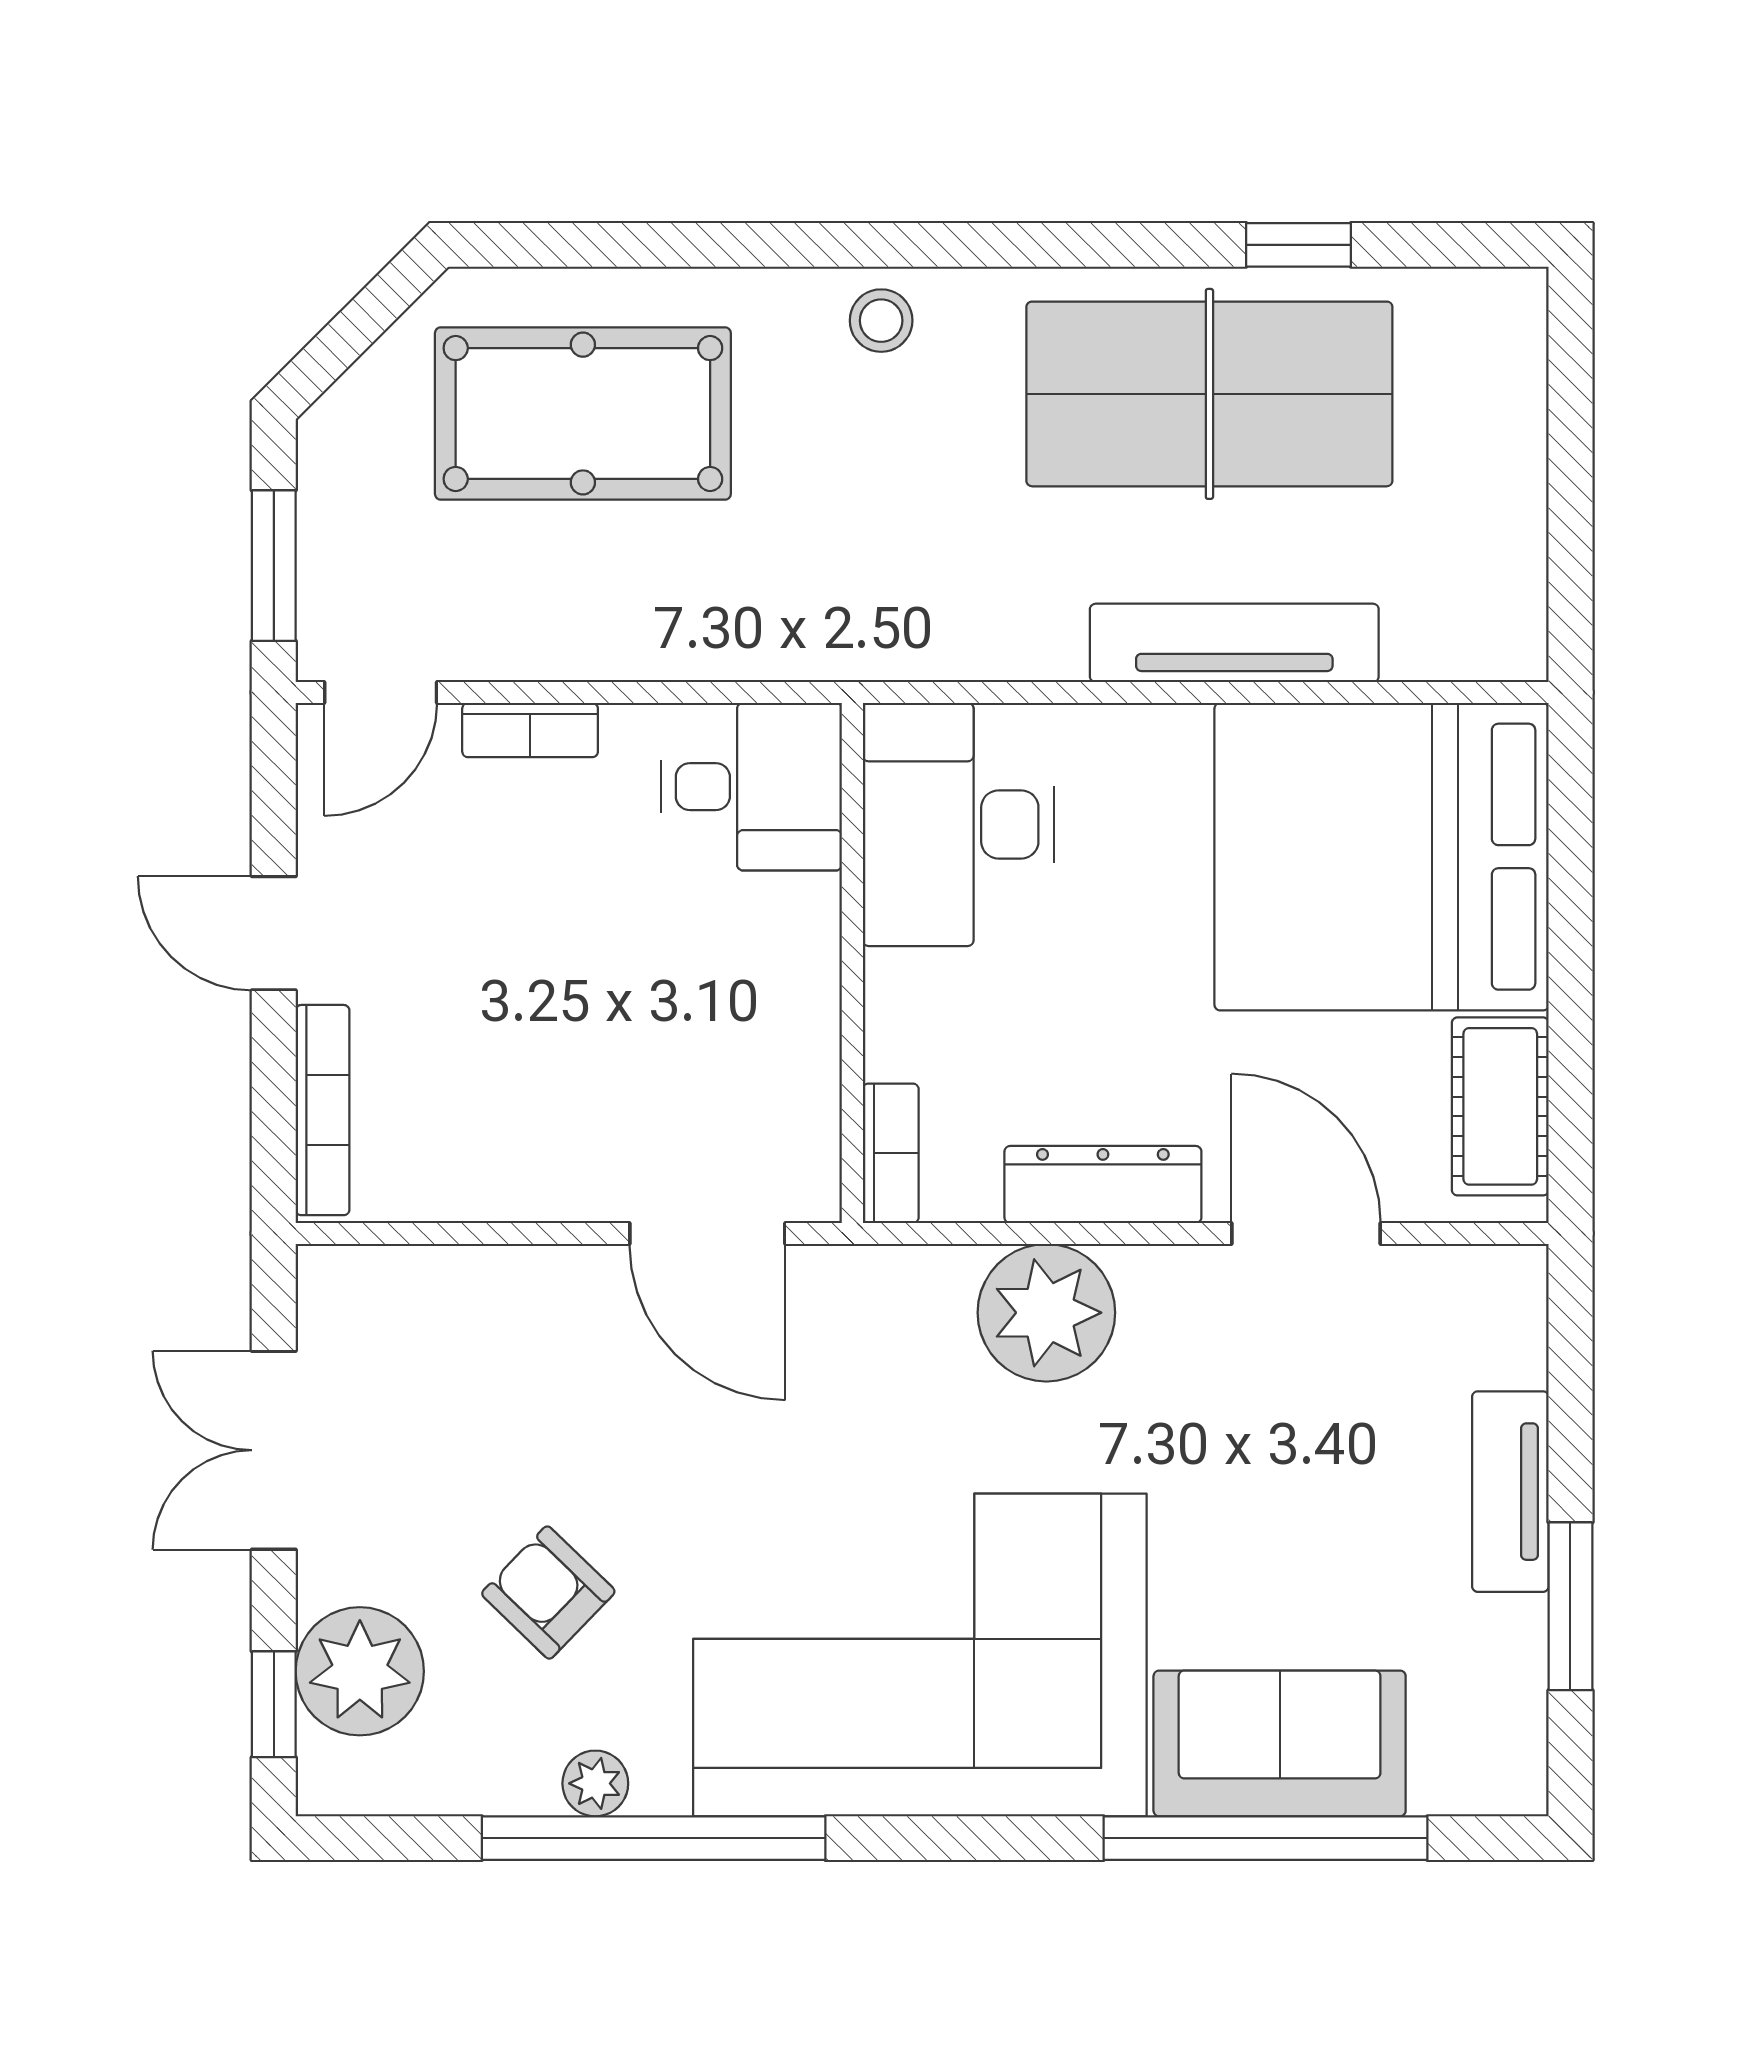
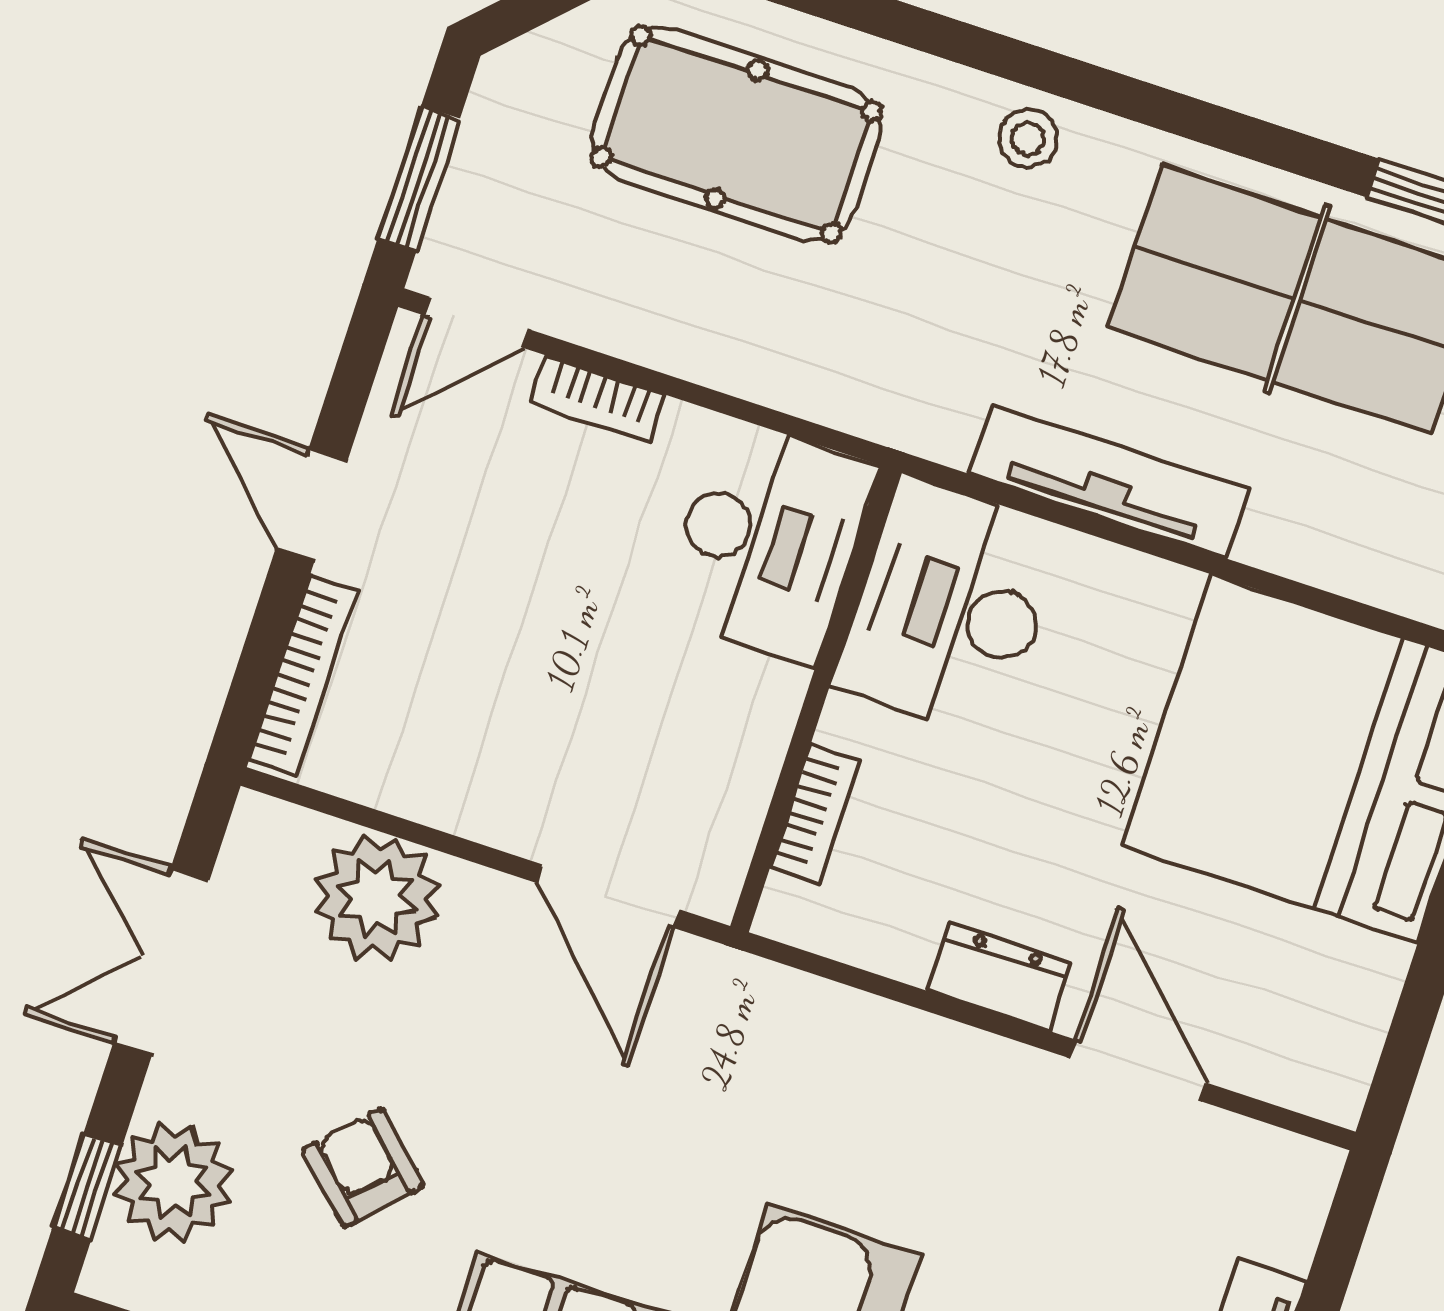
tv unit: (1234, 643) -> (1109, 482), moved
desk: (752, 787) -> (768, 541), width x1.37
cot: (1500, 1106) -> (1347, 1014), removed
bookcase: (891, 1153) -> (815, 813), moved
dresser: (1103, 1184) -> (999, 977), width x0.70
plant: (1046, 1313) -> (377, 898), moved

